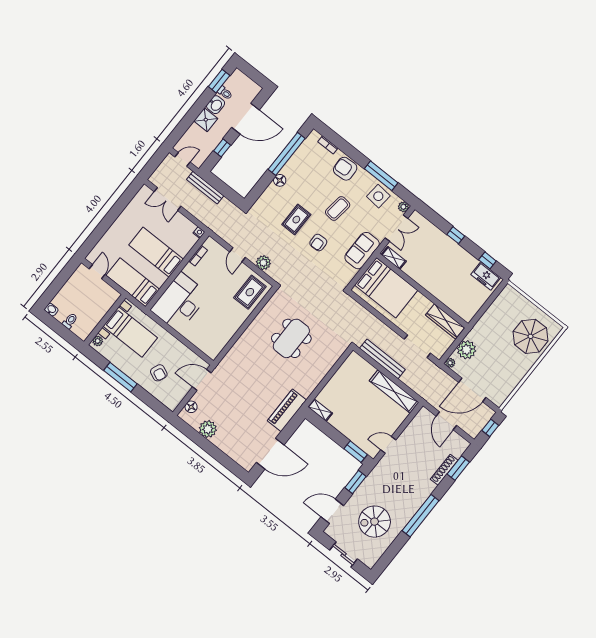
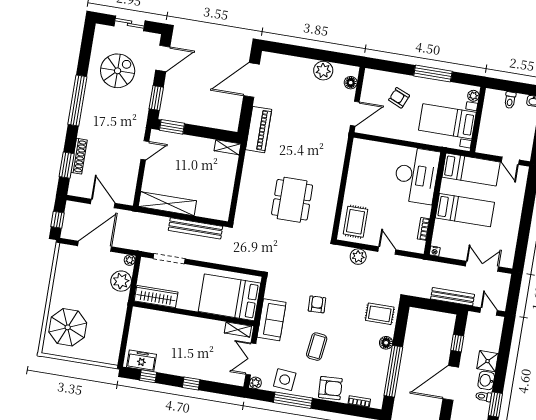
door: (183, 159) -> (489, 311), swing flipped
rug: (296, 220) -> (380, 314), moved, turned 90

